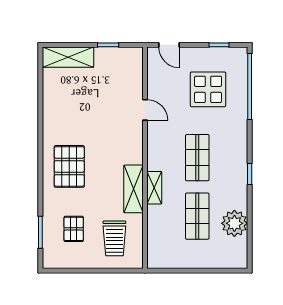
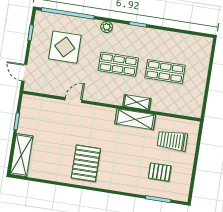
door: (169, 45) -> (24, 73), swing flipped
pallet: (69, 166) -> (86, 163), moved, turned 90
plant: (234, 223) -> (107, 27), moved, width x0.53, depth x0.53
trolley: (114, 238) -> (172, 141), turned 180

